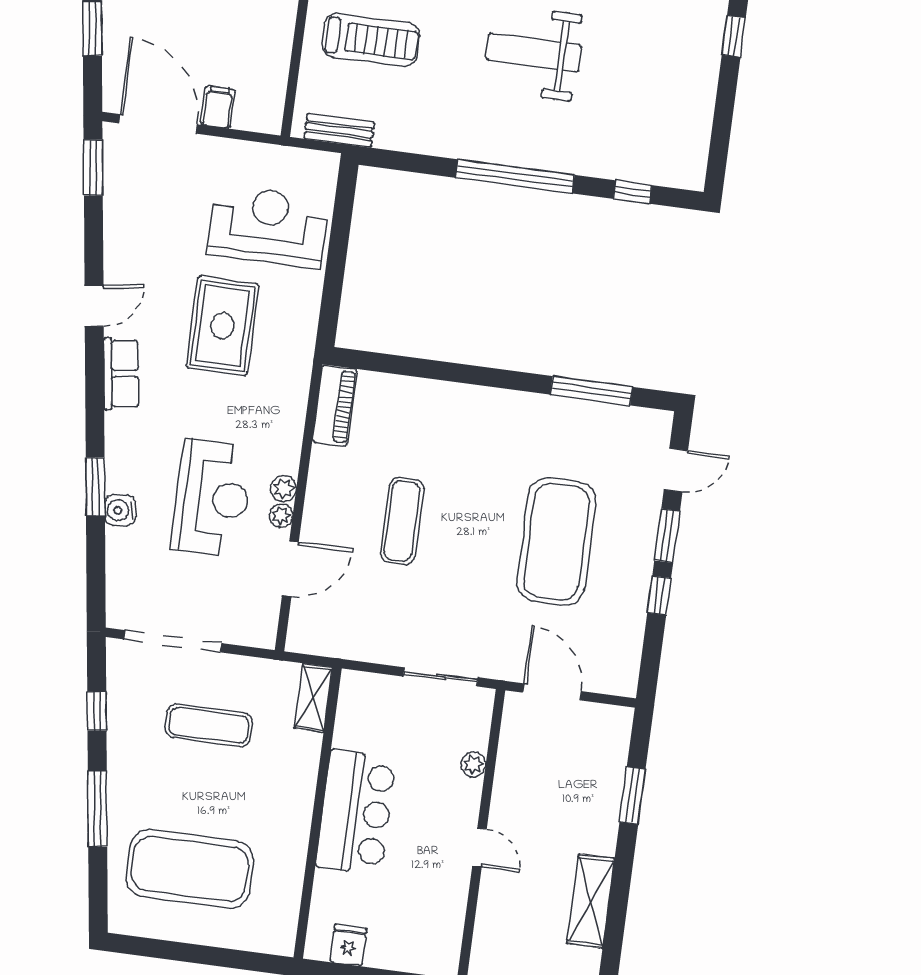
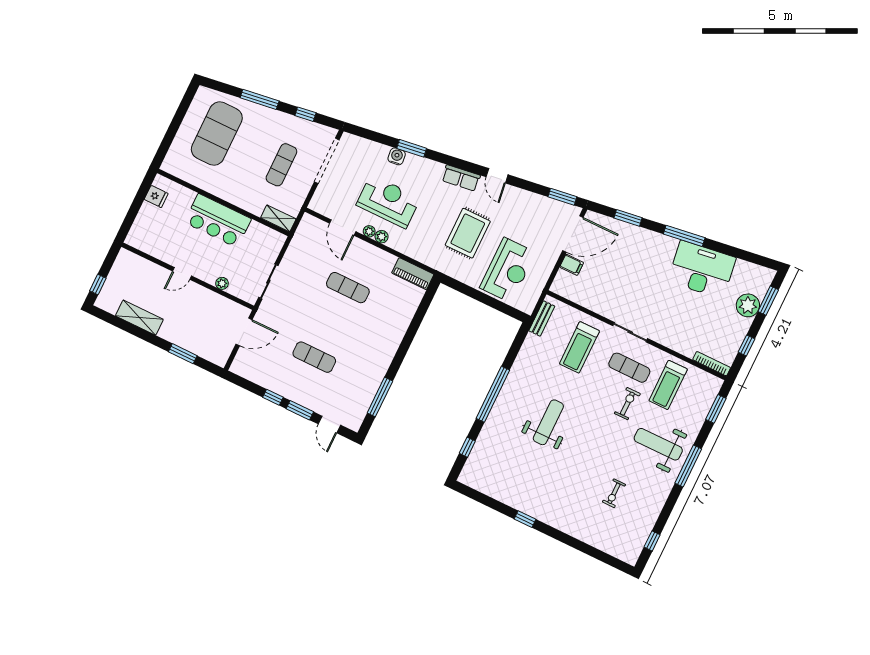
rug: (223, 326) -> (468, 233), turned 90
reception desk: (212, 498) -> (388, 202), turned 180
exercise mat: (556, 542) -> (314, 357), width x0.50, depth x0.69

